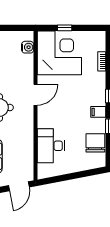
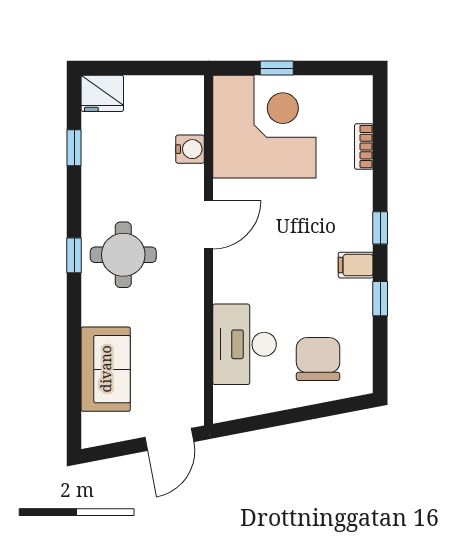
water cooler: (28, 47) -> (190, 149), moved
chair: (95, 143) -> (318, 359), moved

